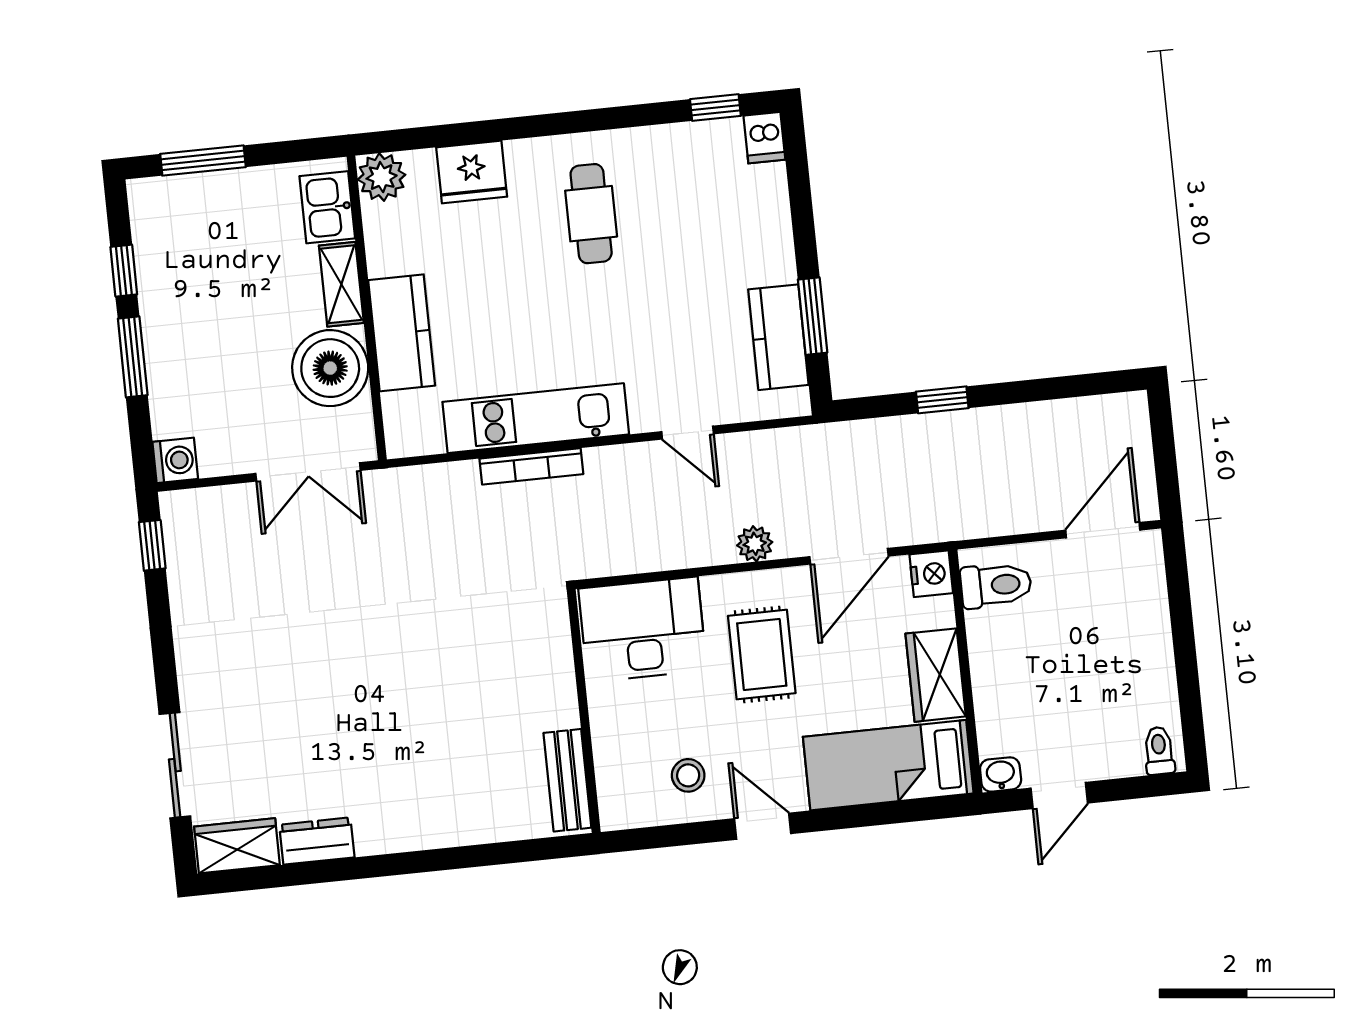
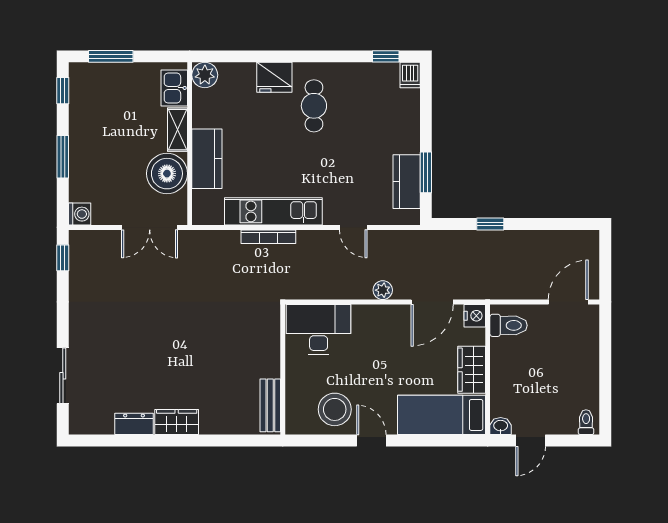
fridge: (472, 172) -> (274, 77), moved
window: (124, 271) -> (63, 91), moved
rug: (762, 655) -> (380, 349), removed
stool: (688, 775) -> (335, 409), width x1.89, depth x1.89
wardrobe: (237, 846) -> (177, 422), moved

